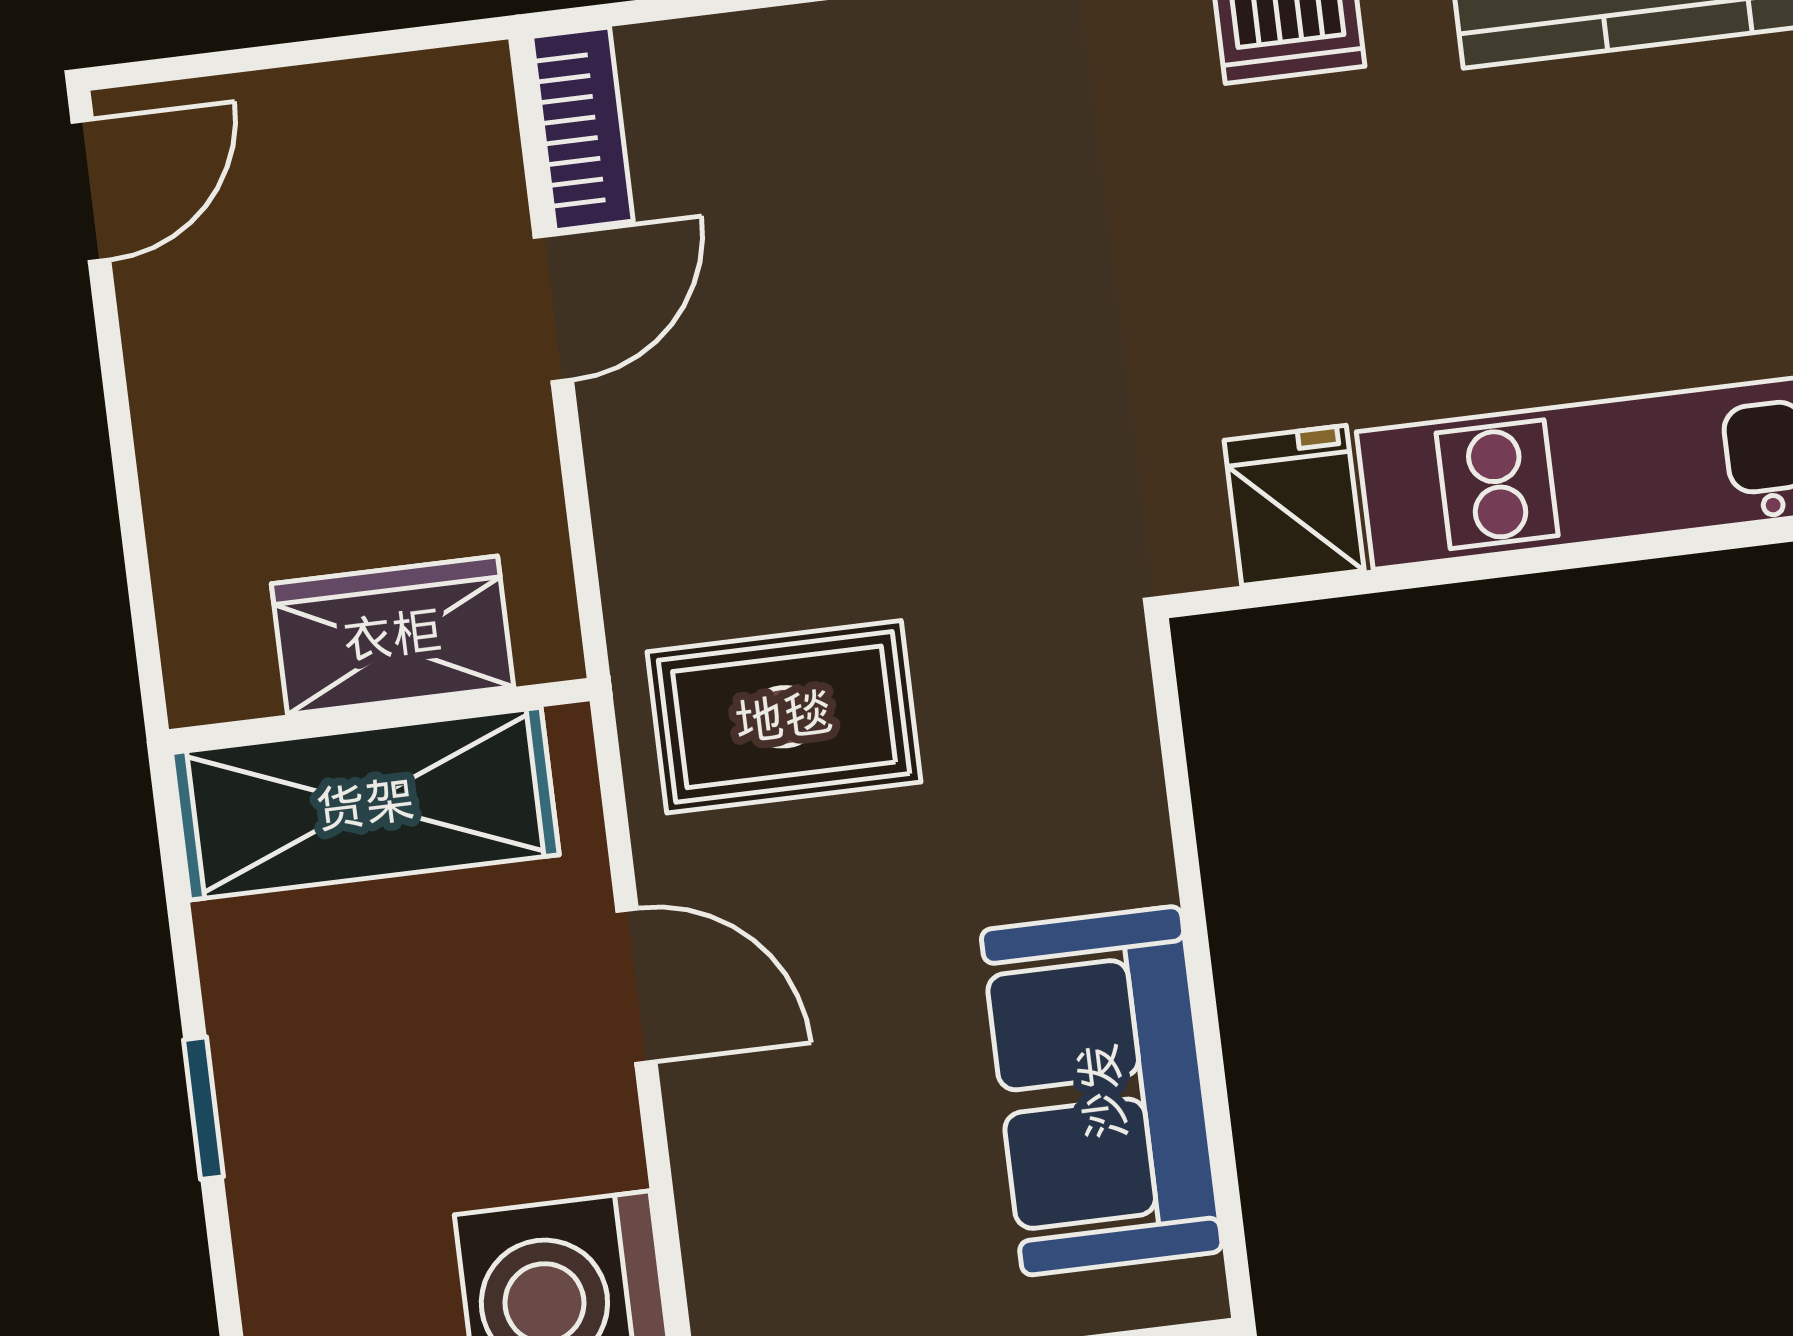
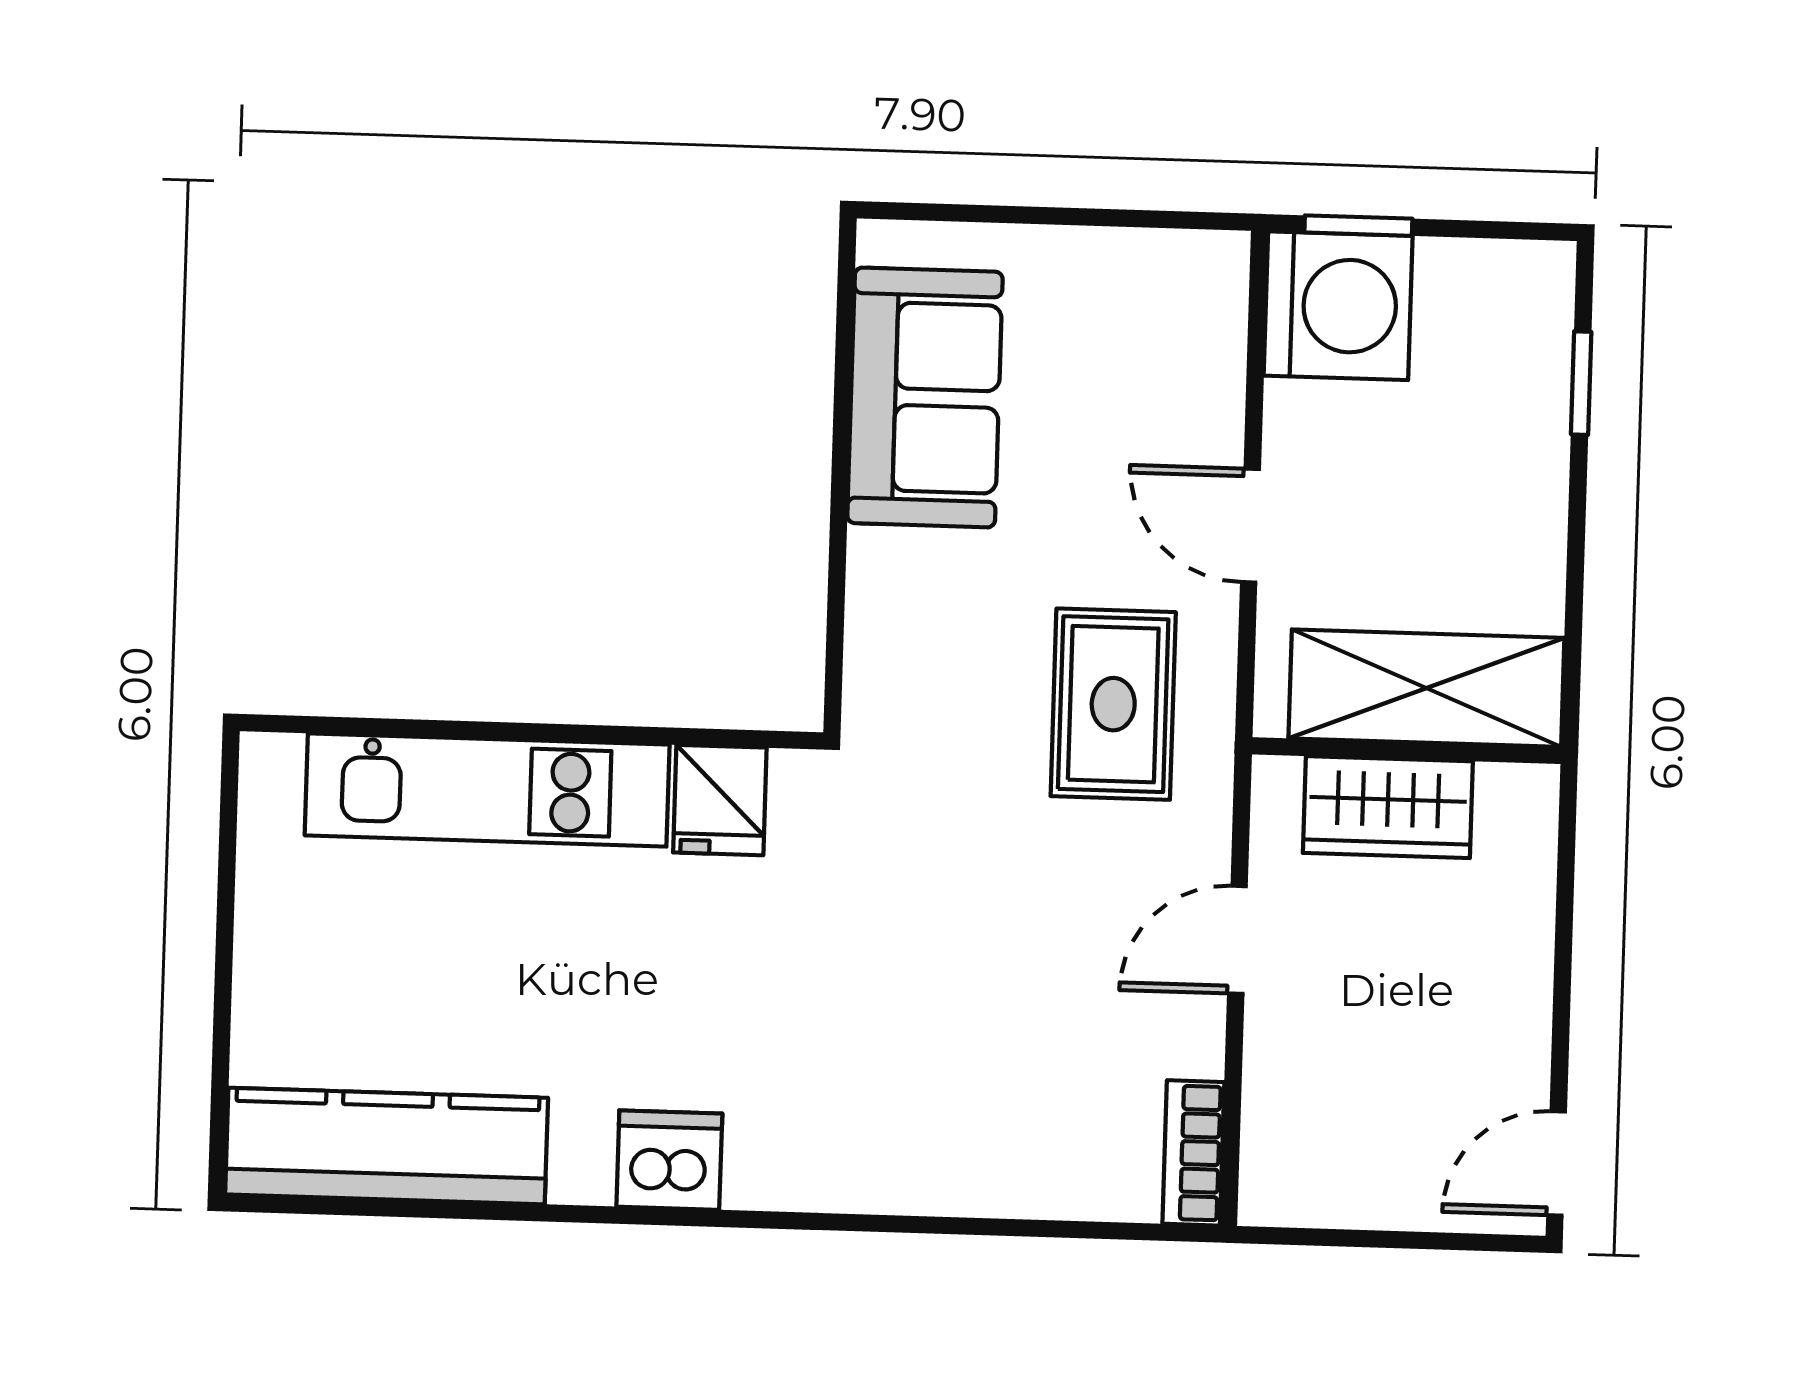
door: (553, 308) -> (1237, 940), moved
rug: (784, 717) -> (1113, 704), turned 90
window: (204, 1108) -> (1581, 383), moved

